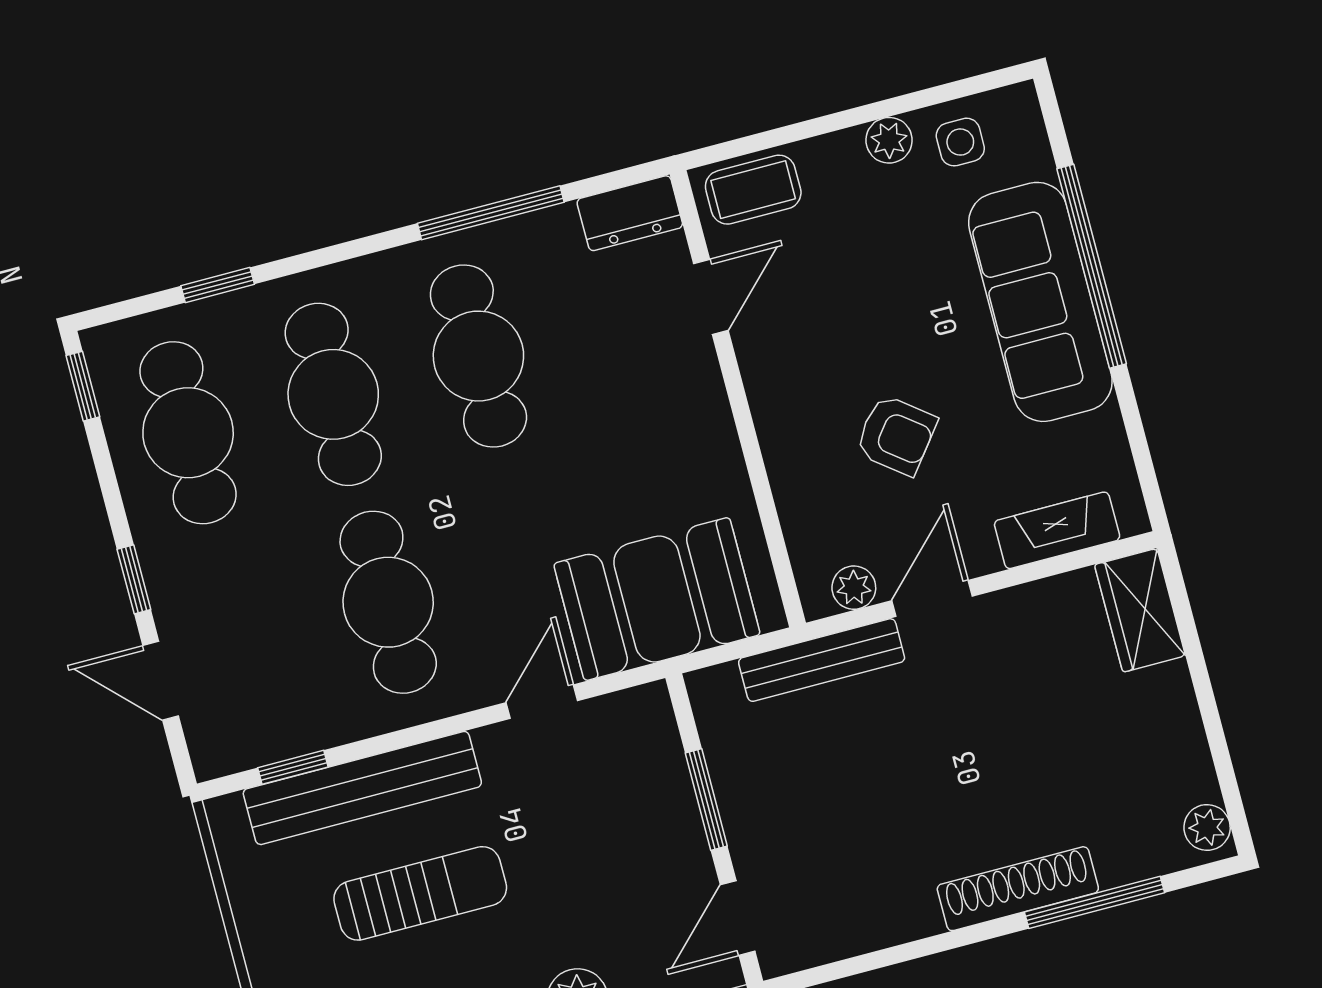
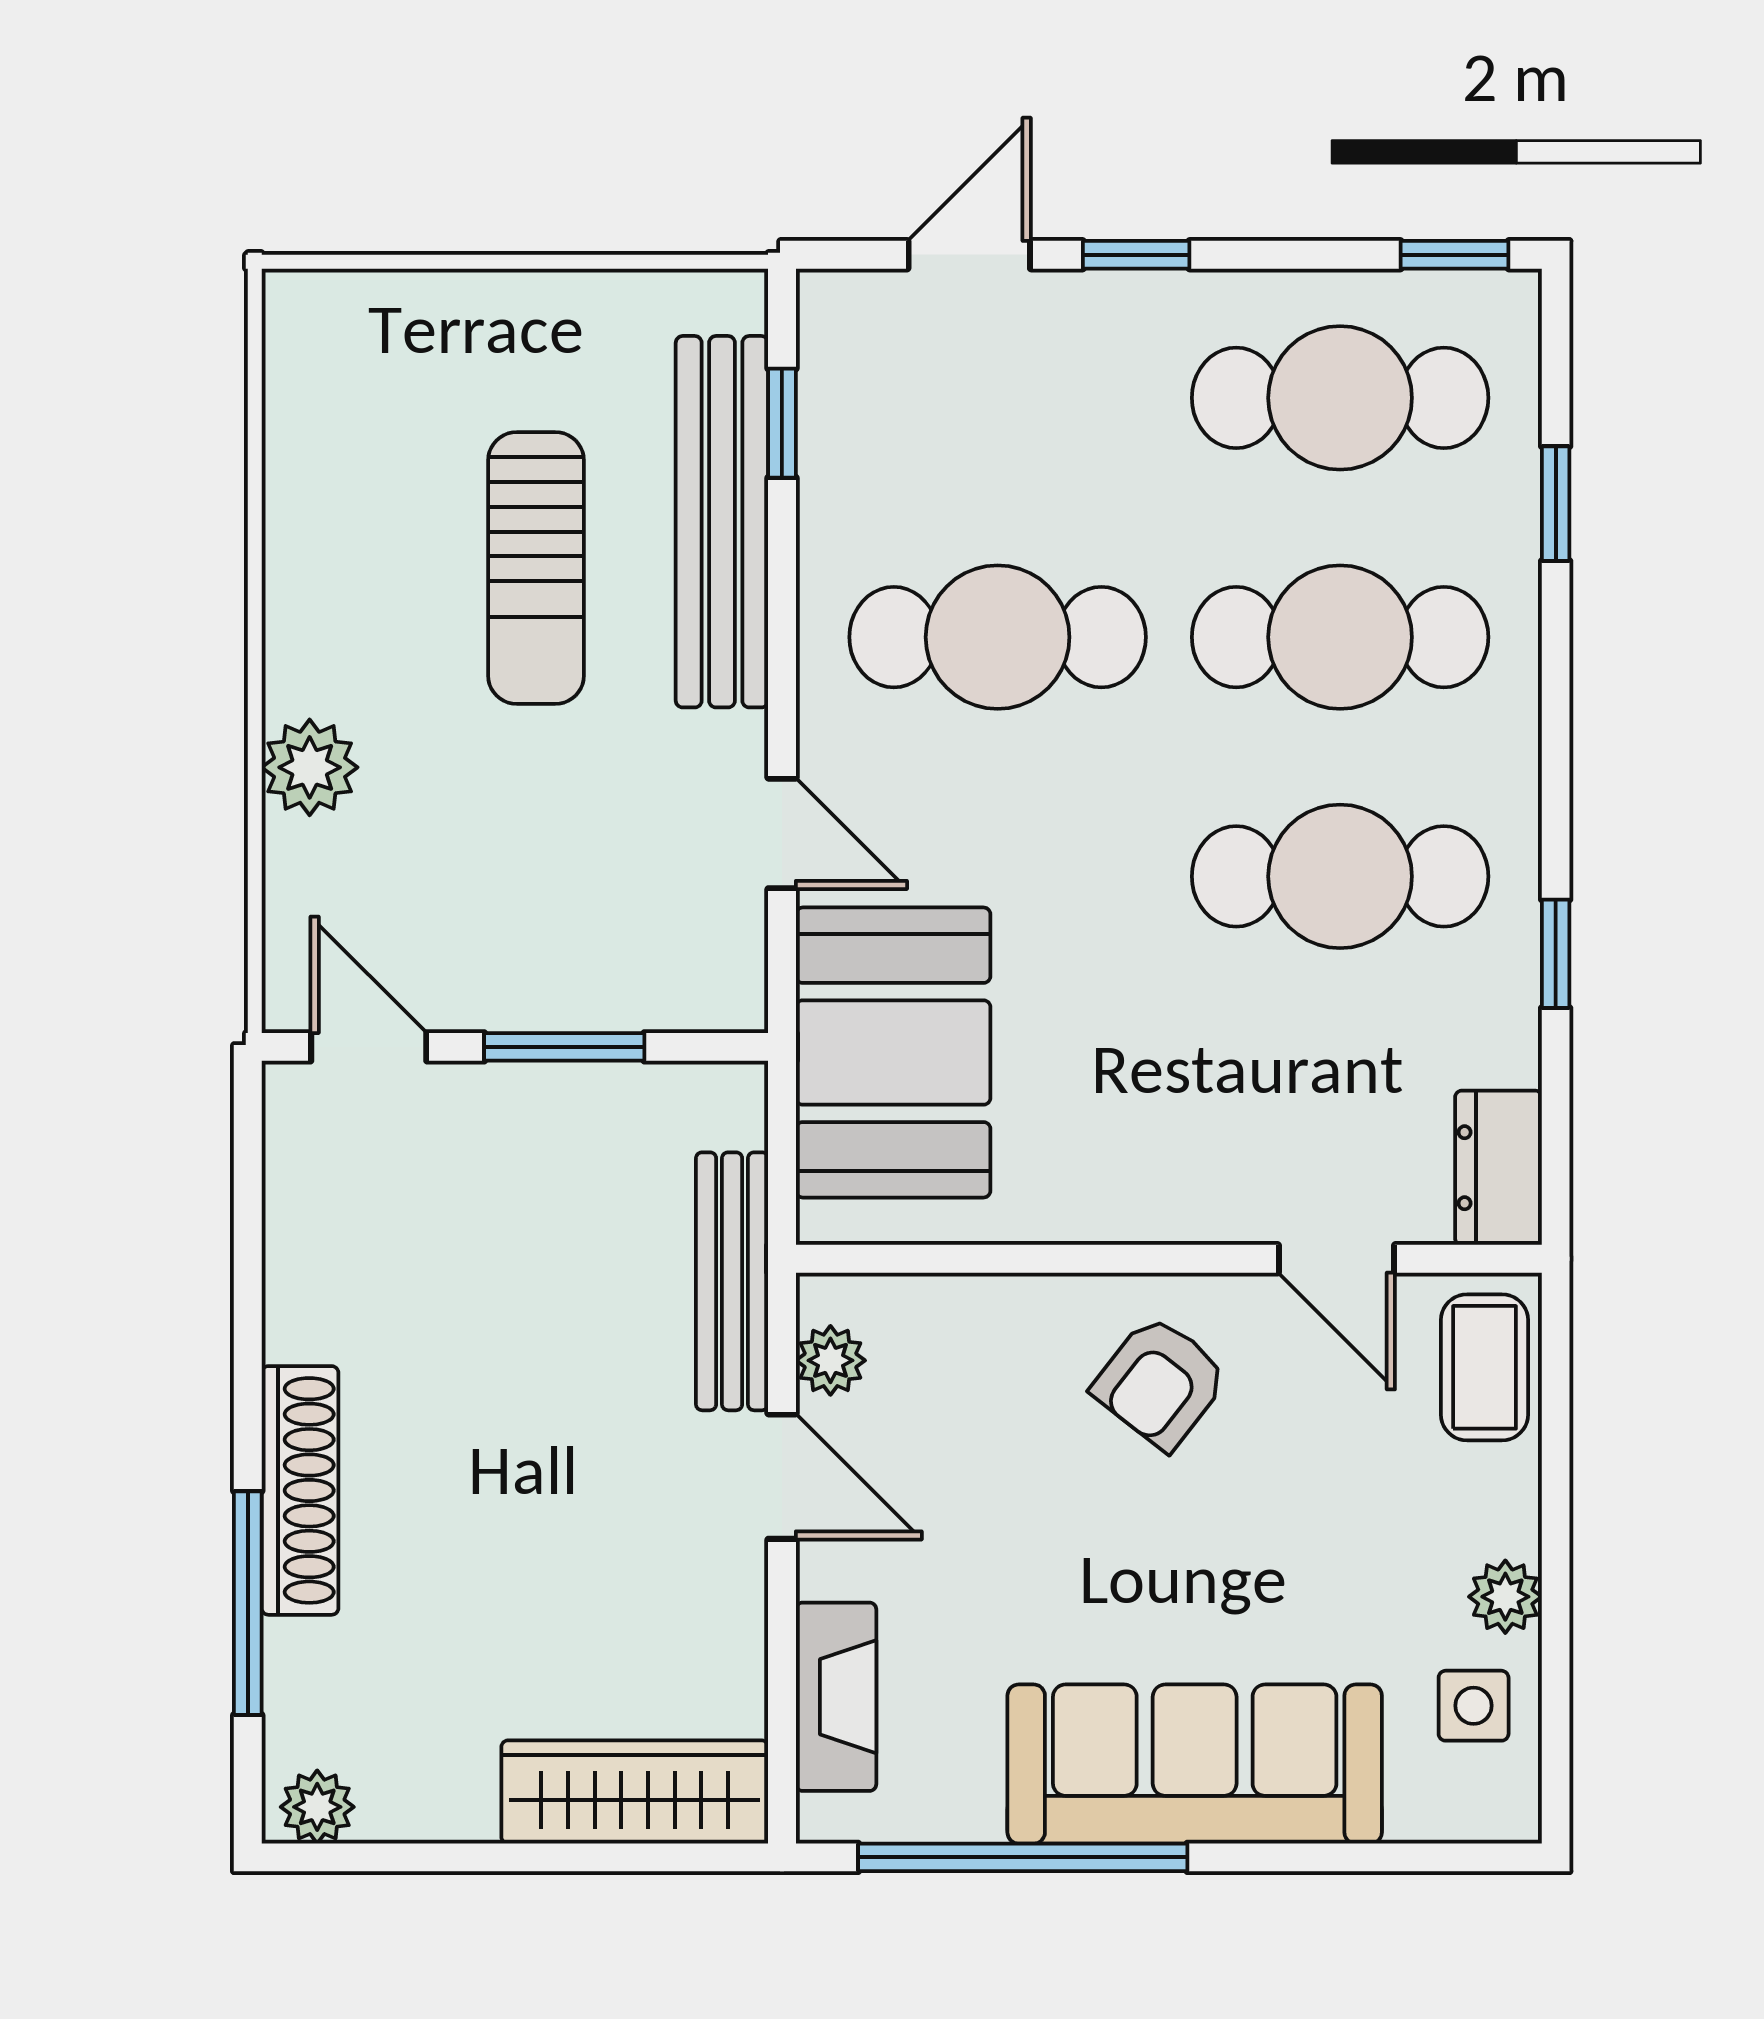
window: (491, 213) -> (1556, 954), width x0.46
window: (1092, 266) -> (1023, 1857), moved
armchair: (896, 435) -> (1160, 1382), moved
wardrobe: (1140, 610) -> (635, 1792), width x1.50

